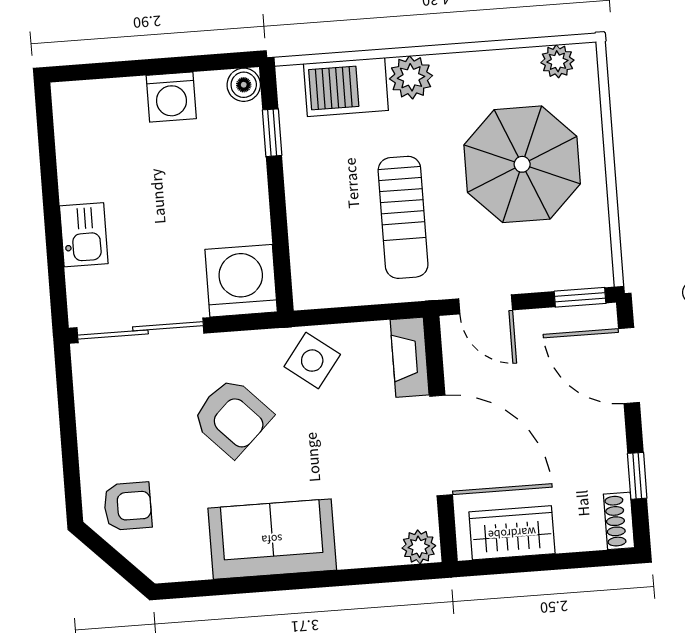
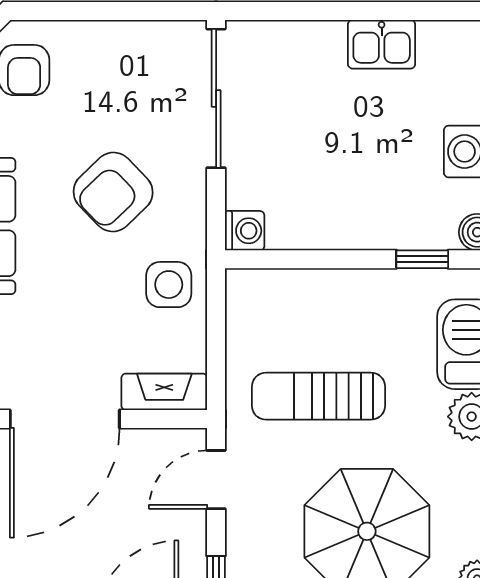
kitchen sink: (84, 235) -> (382, 44), moved
washing machine: (241, 281) -> (245, 231), width x0.53, depth x0.53
side table: (312, 361) -> (169, 285), turned -37

